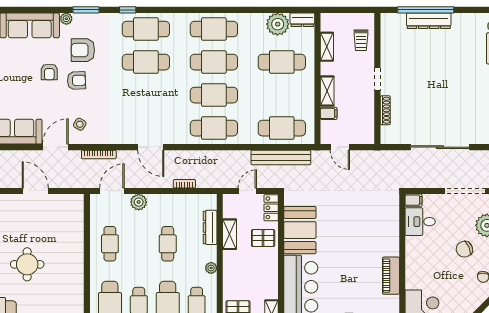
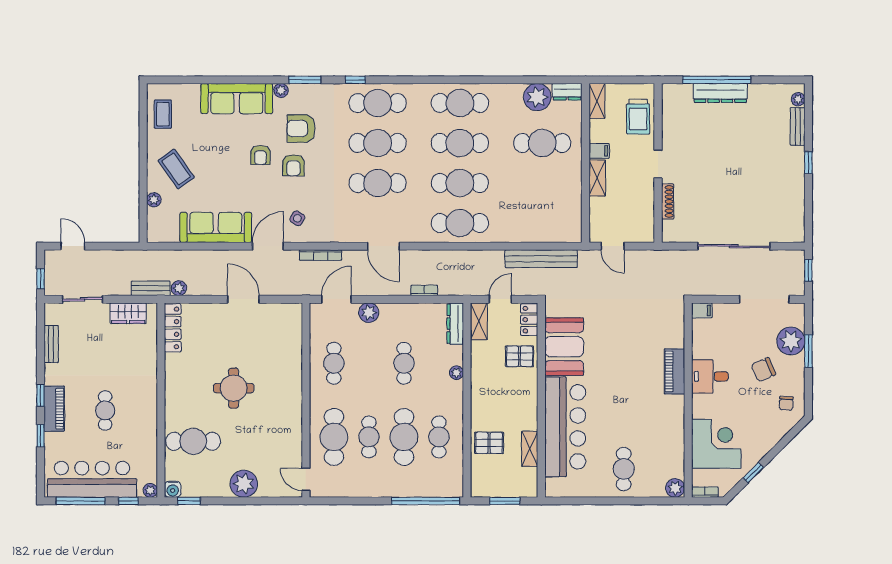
trolley: (361, 40) -> (638, 117), width x1.36, depth x1.39
shelving: (327, 47) -> (597, 101), moved
armchair: (76, 80) -> (293, 165), turned 92
filing cabinet: (329, 113) -> (599, 151), moved
cafe table: (282, 128) -> (378, 183), moved
desk: (420, 222) -> (710, 376), moved
dresser: (210, 227) -> (455, 324), moved
shelving: (230, 234) -> (479, 321), moved
plant: (211, 268) -> (456, 373), moved
piano: (391, 276) -> (674, 371), moved

